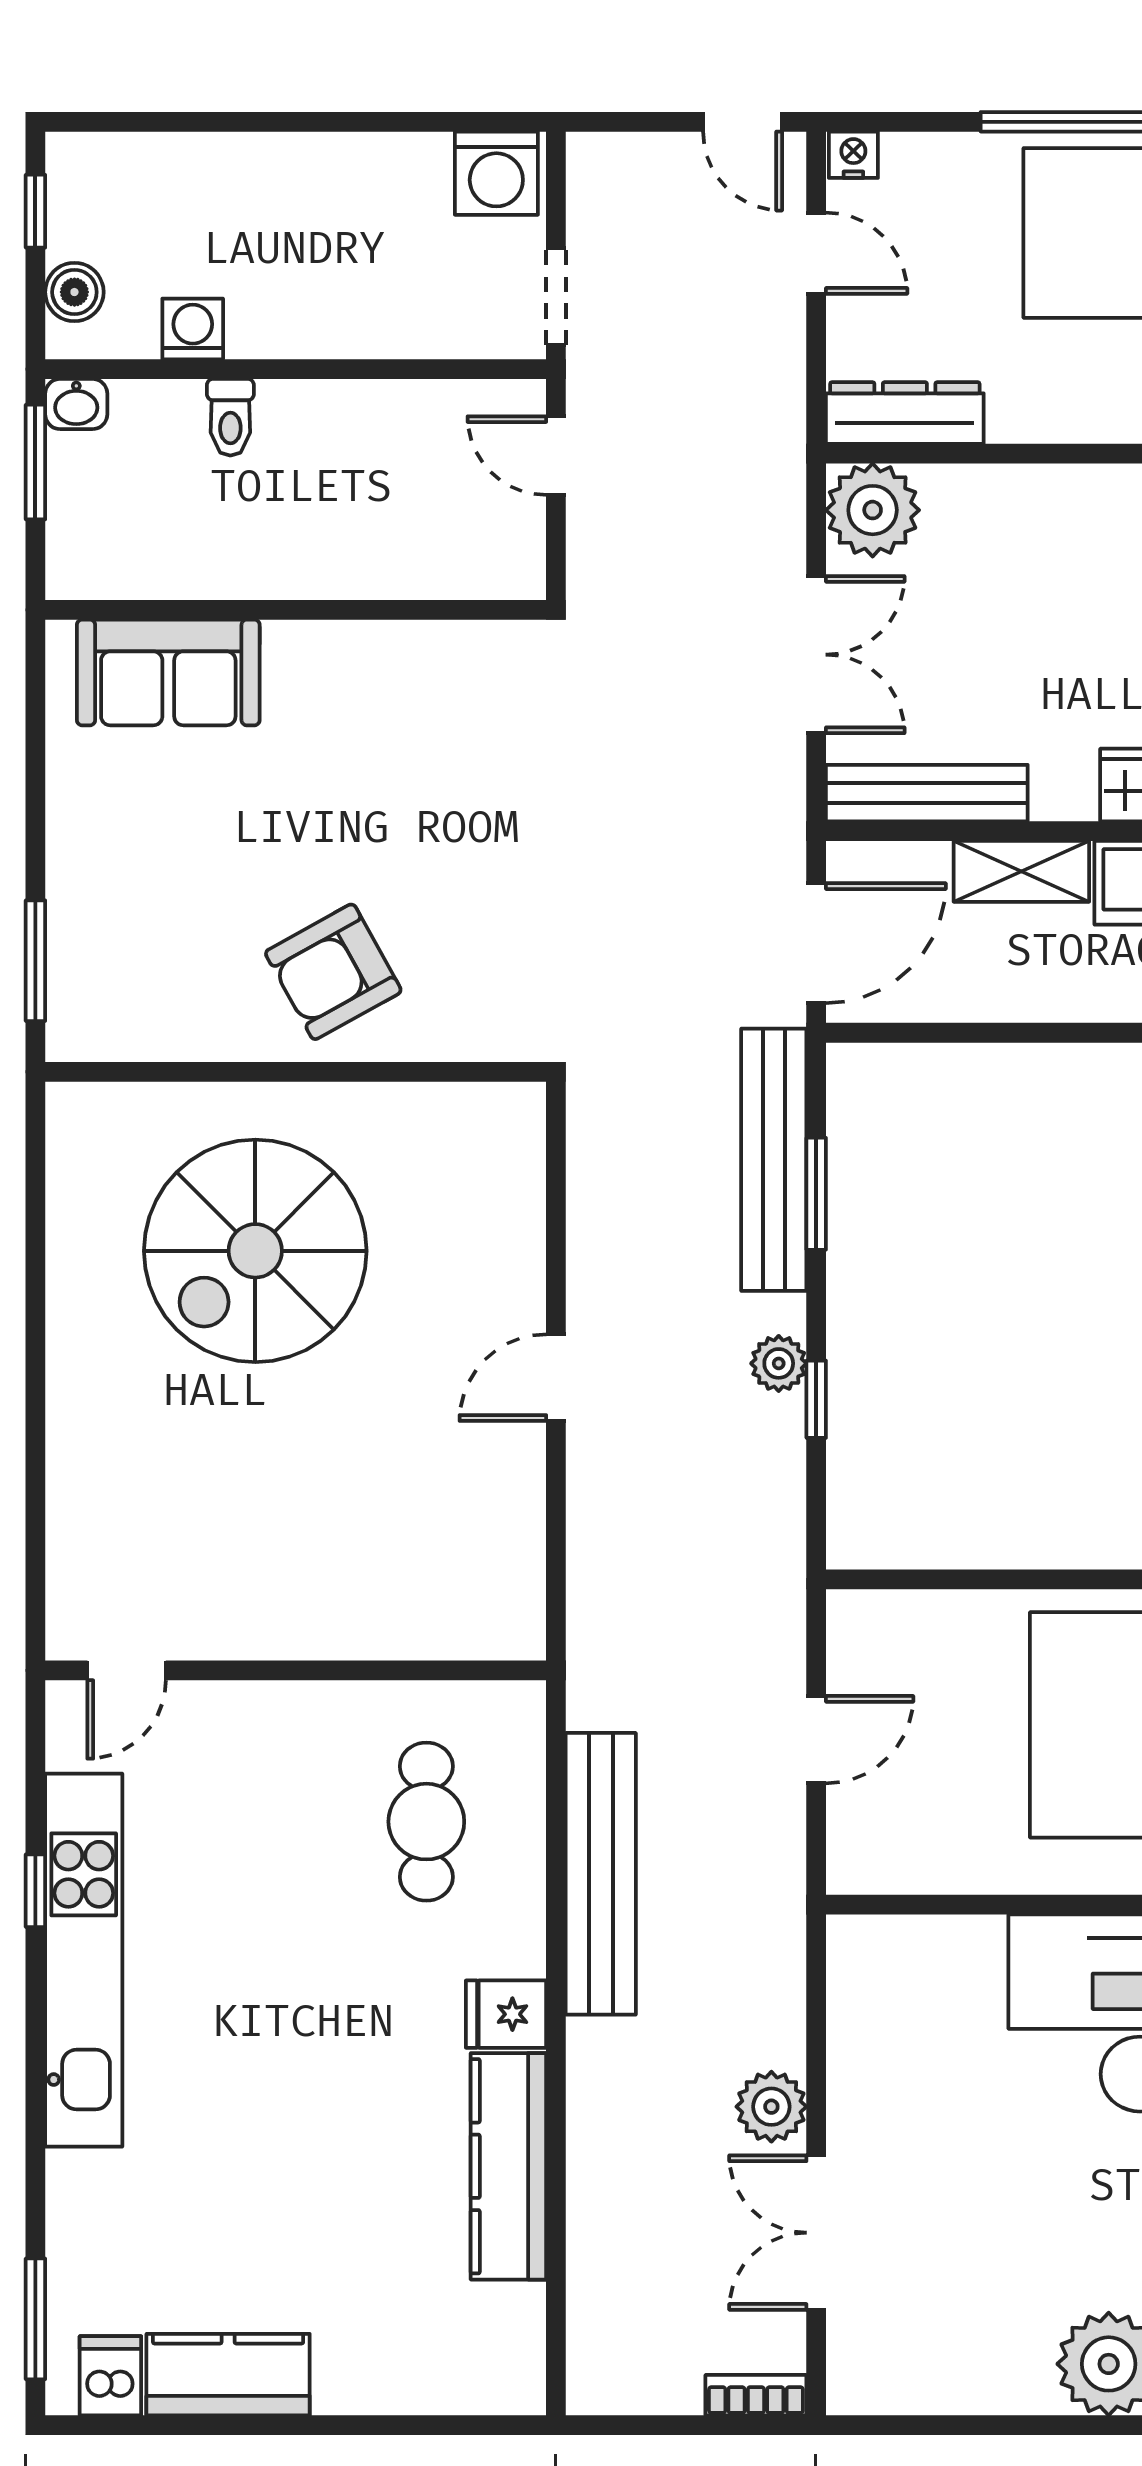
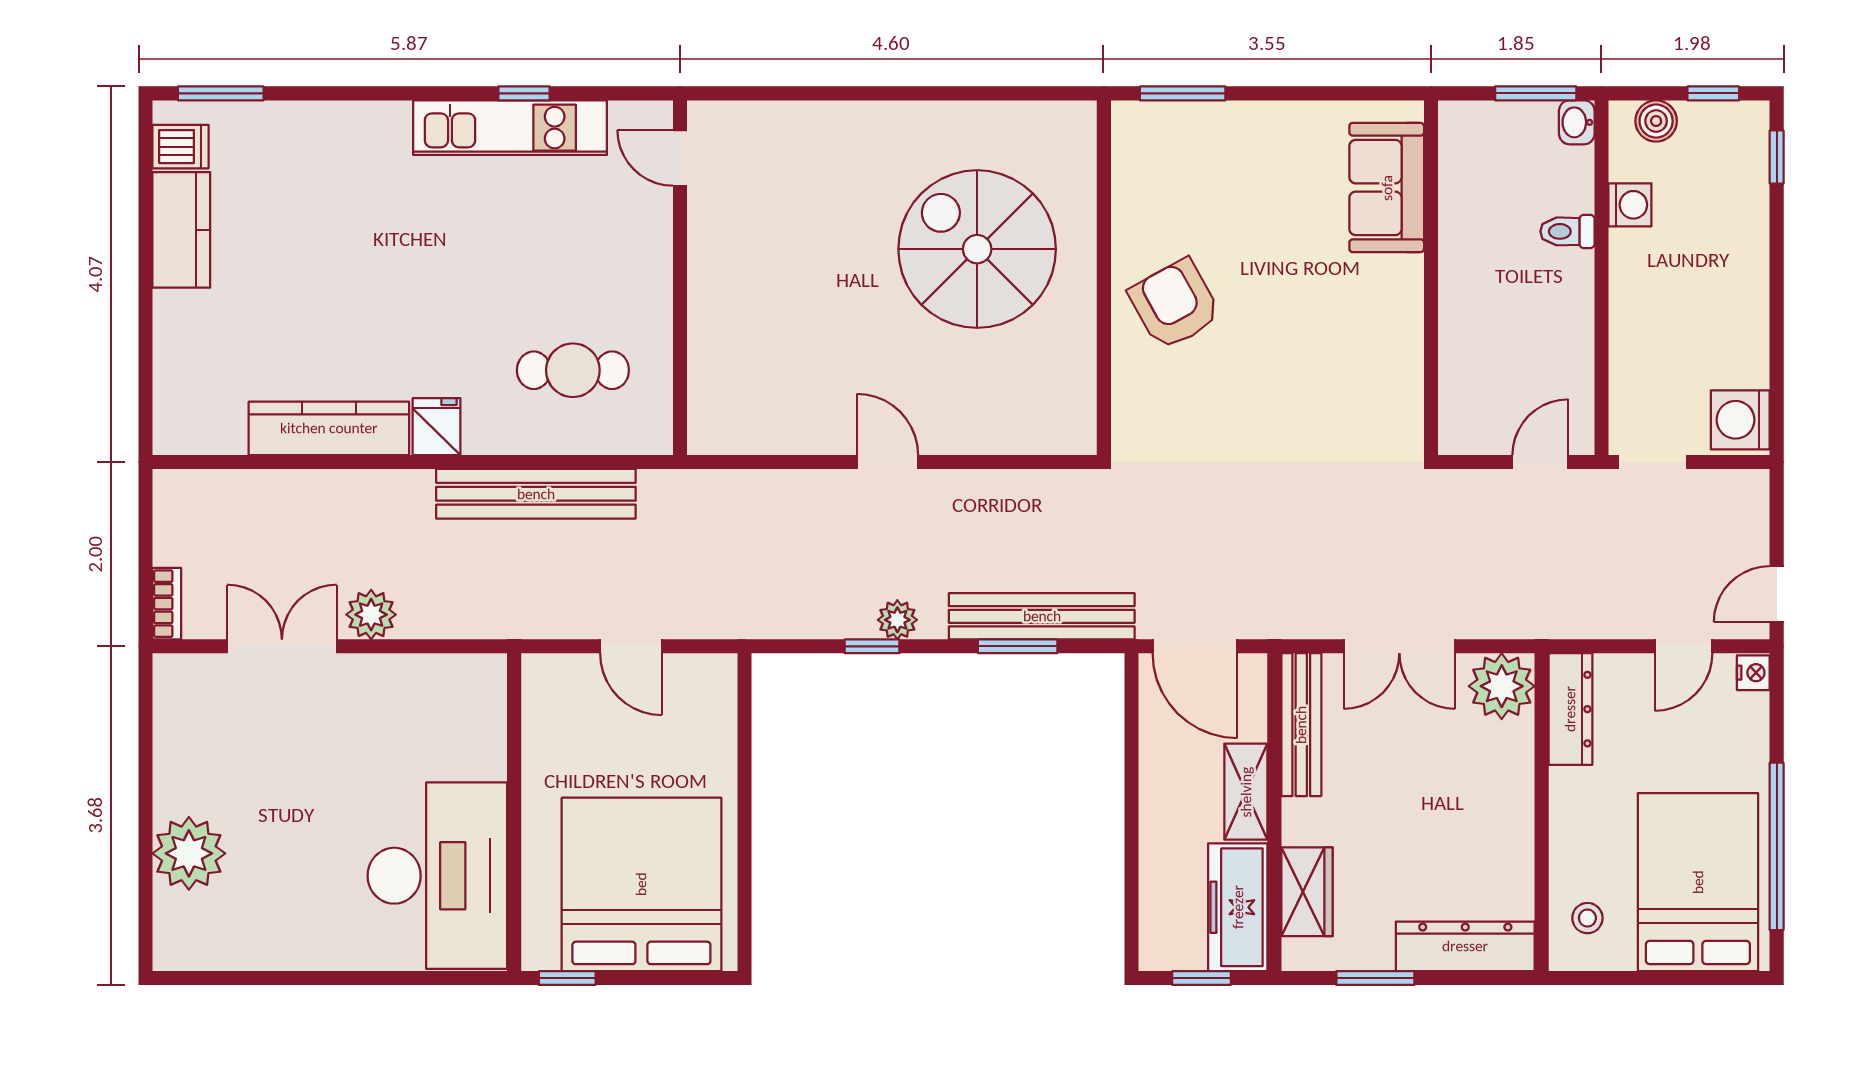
window: (125, 122) -> (1777, 157), added
kitchen unit: (84, 1960) -> (510, 128), width x0.73

